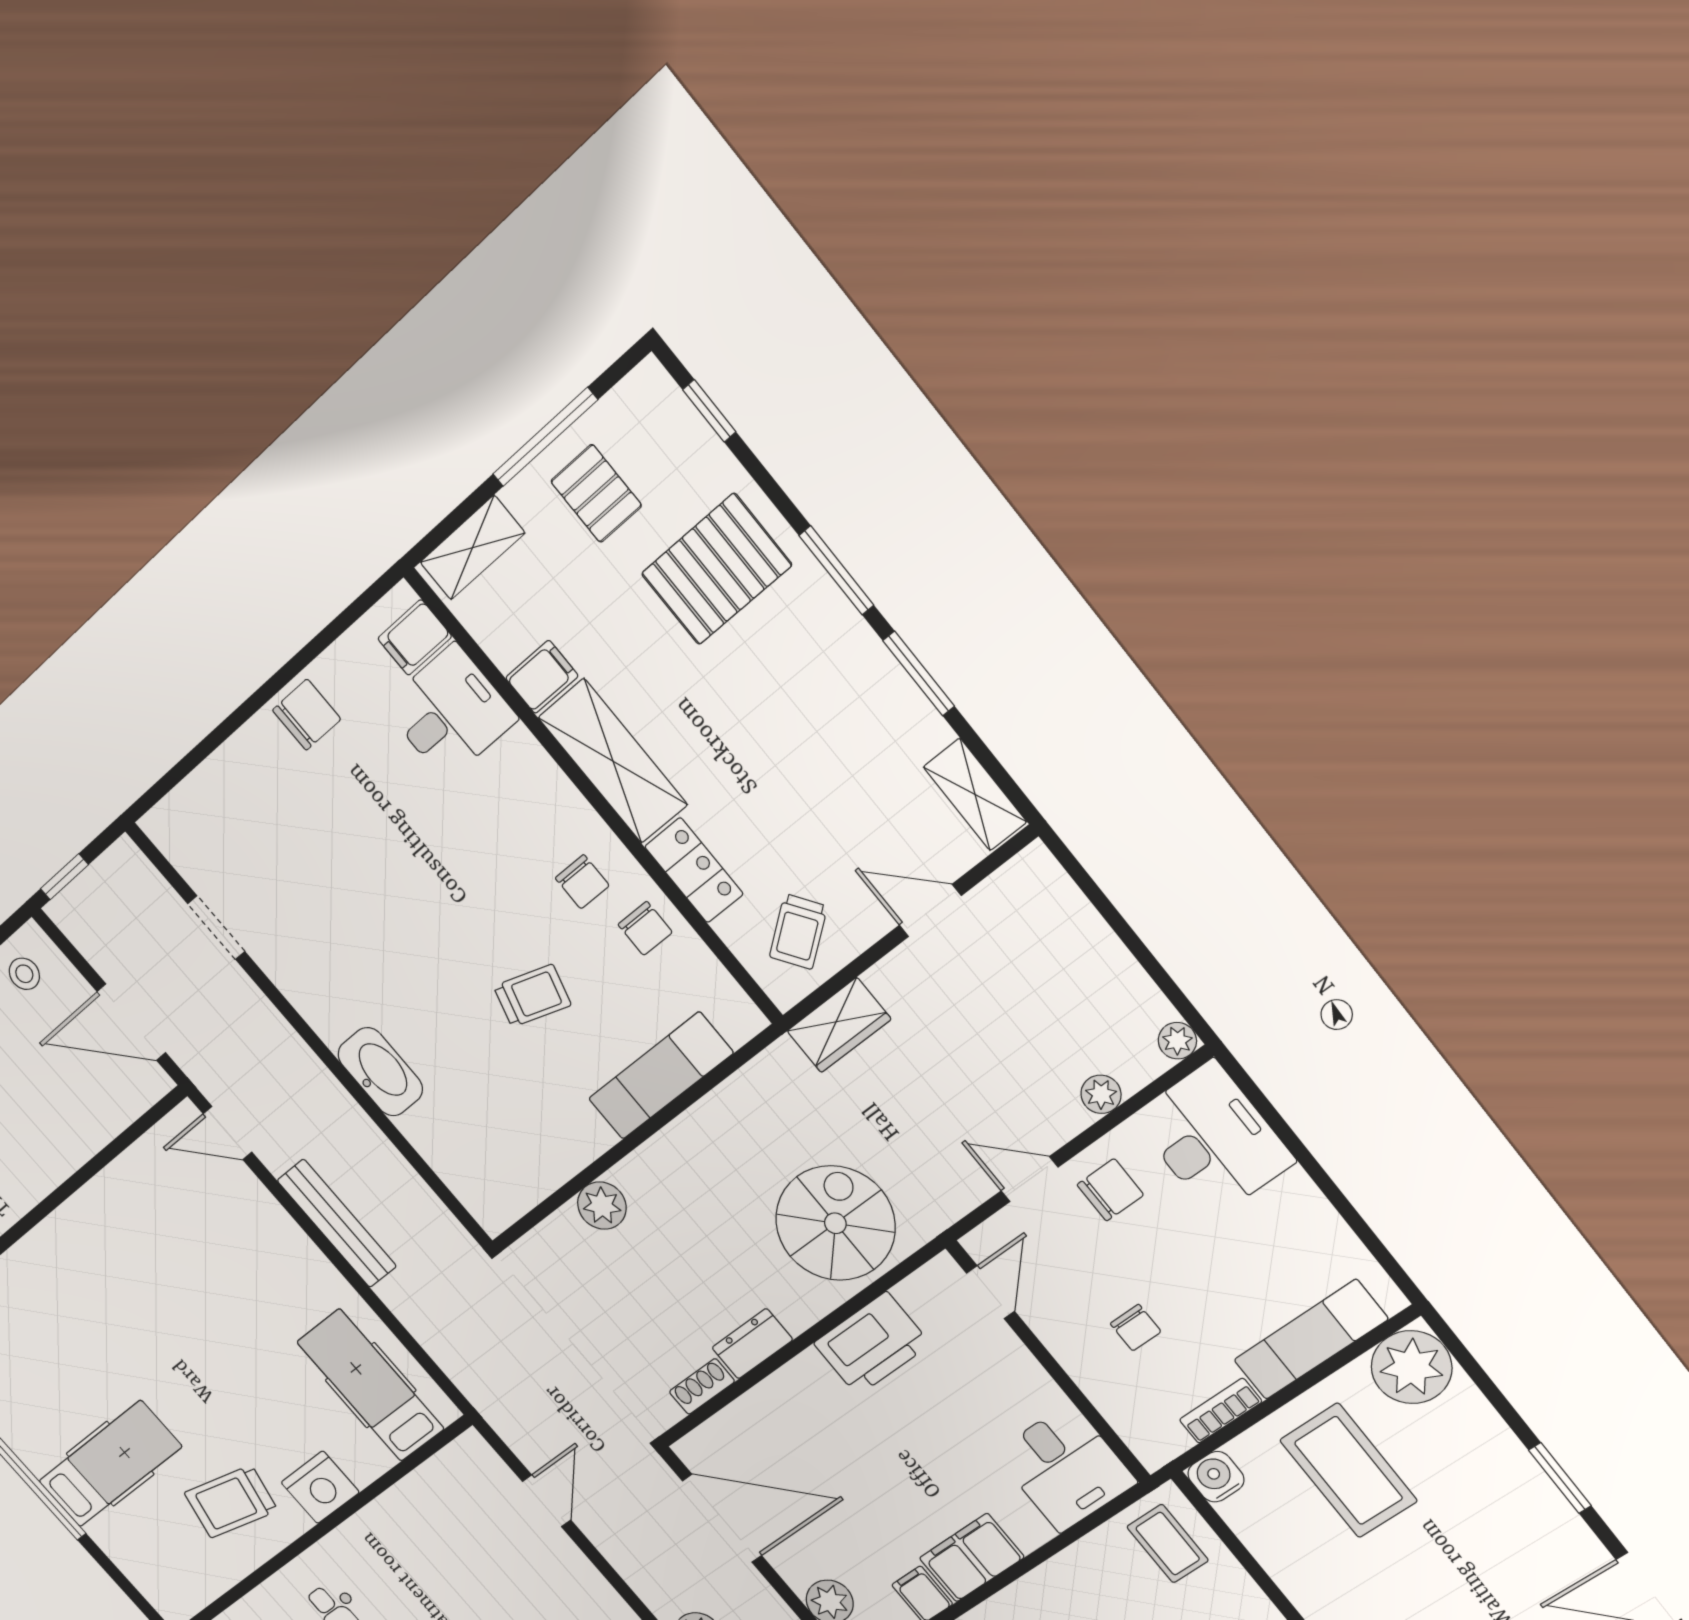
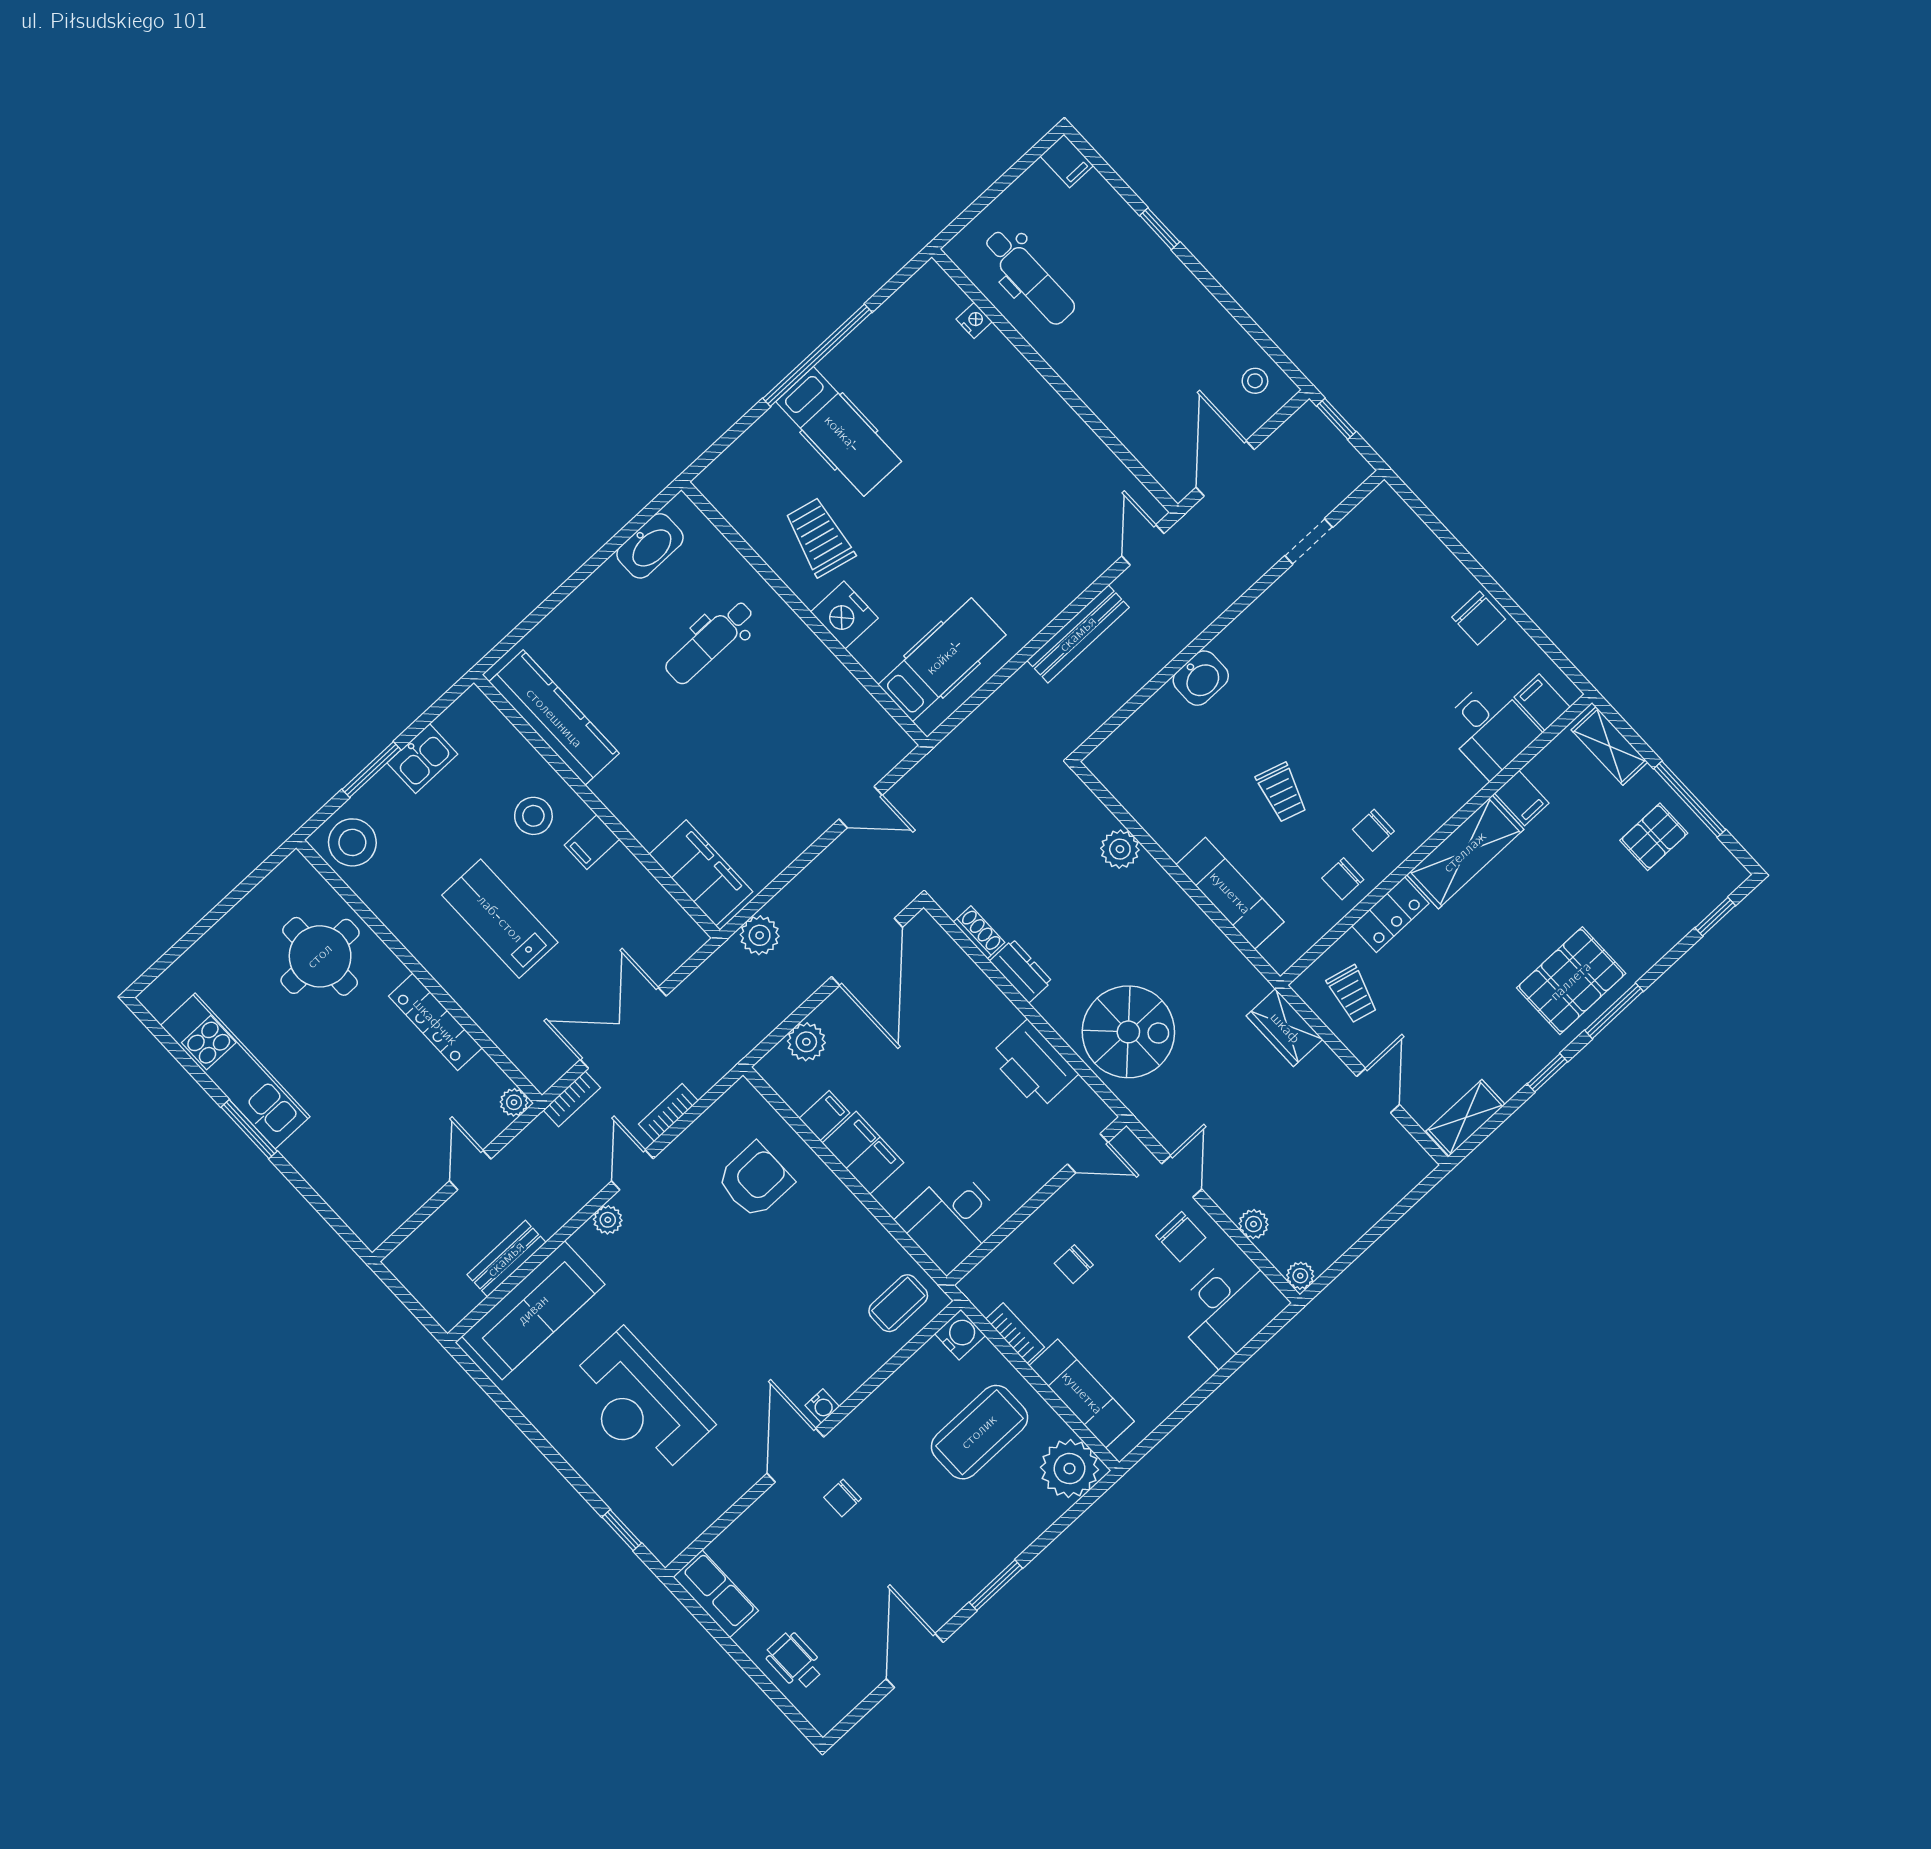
pallet: (716, 569) -> (1571, 981), moved, turned 90
window: (919, 674) -> (1547, 1073), width x0.67
trolley: (798, 932) -> (1352, 994), turned -130
washbasin: (380, 1072) -> (1201, 678), width x0.72

